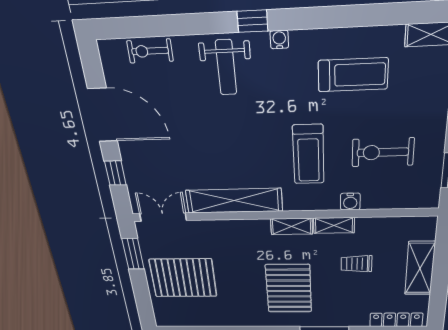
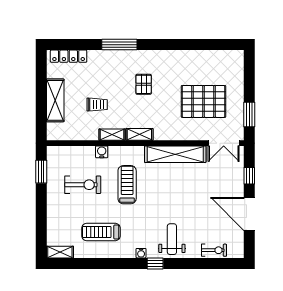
pallet: (183, 278) -> (203, 101), moved
pallet: (289, 289) -> (144, 84), width x0.49, depth x0.50

